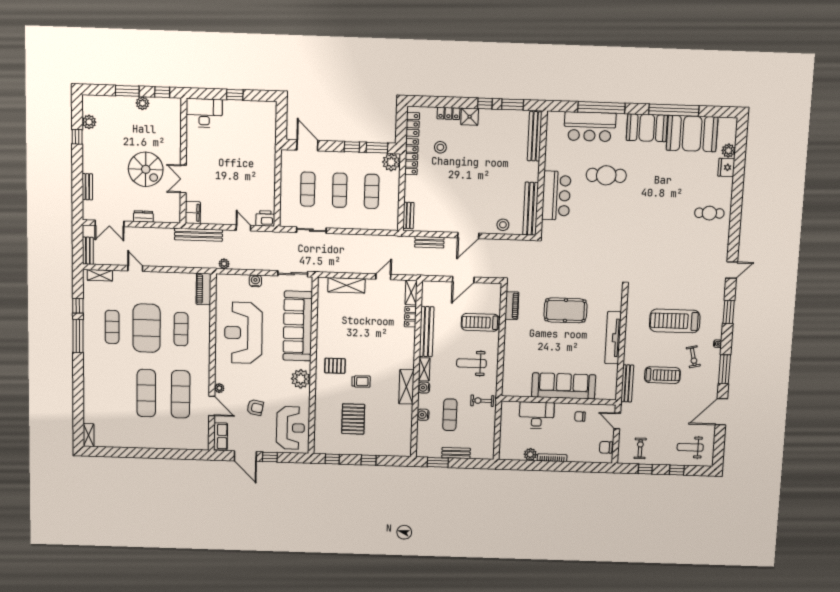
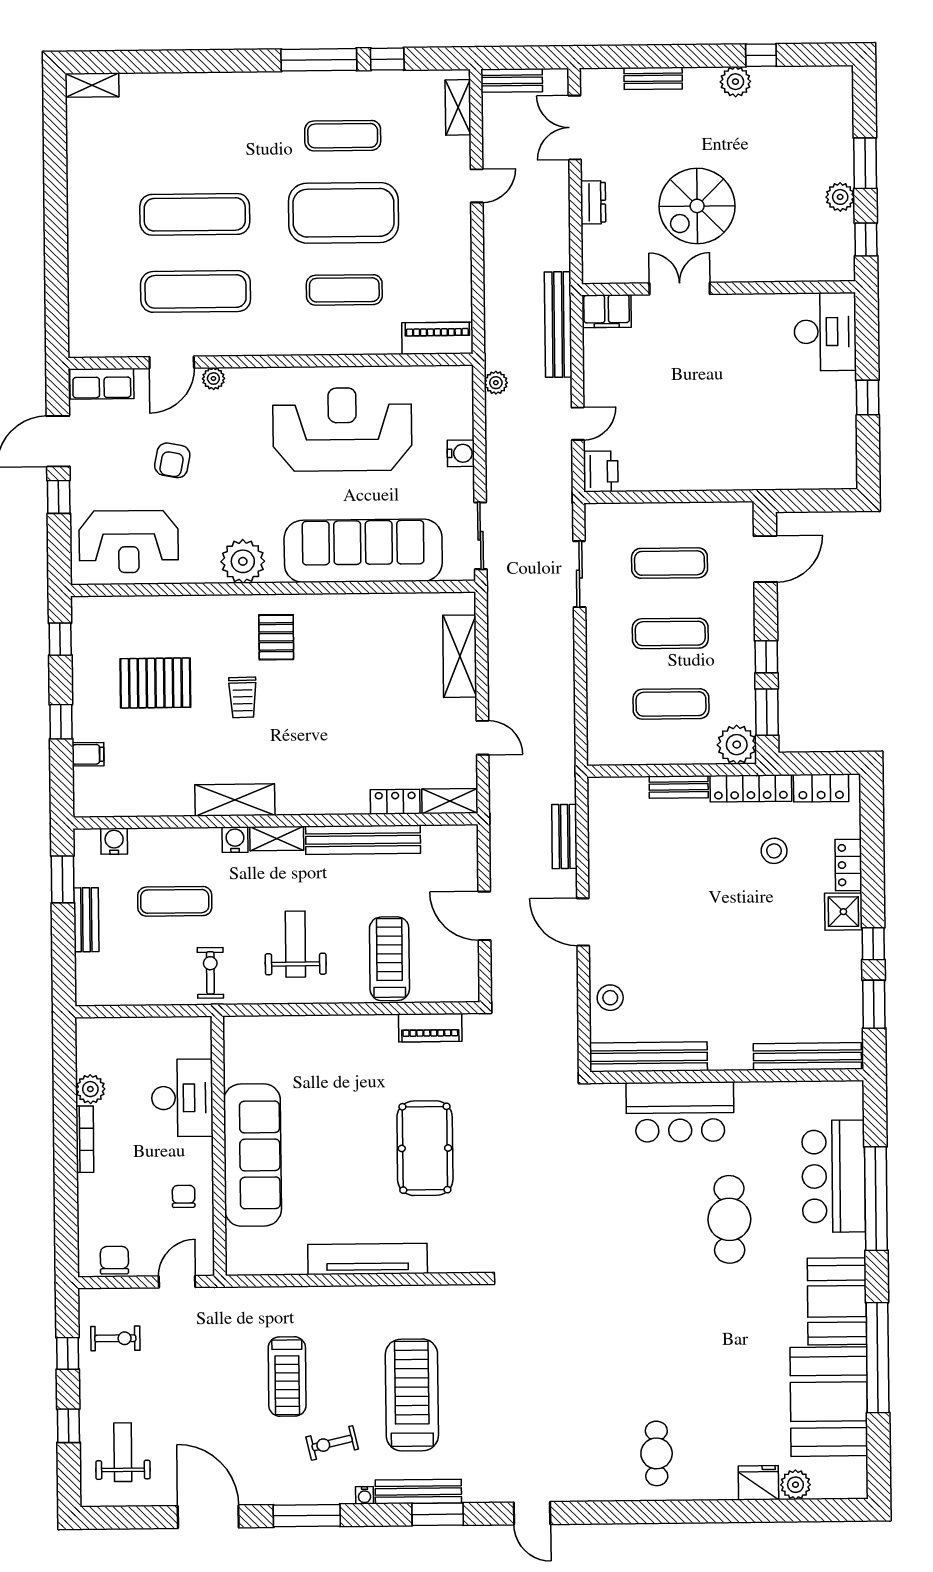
plant: (89, 122) -> (735, 82), moved
bench: (408, 215) -> (679, 787), moved
bench: (627, 383) -> (418, 1492), moved
water cooler: (423, 415) -> (114, 841), moved
filing cabinet: (383, 449) -> (88, 754), added

